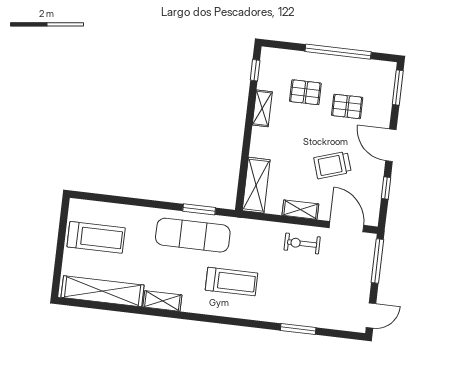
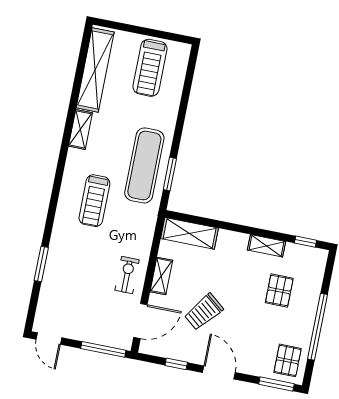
pallet: (347, 106) -> (288, 360), moved
door: (391, 145) -> (219, 372), hinge flipped
trolley: (332, 165) -> (204, 312), turned -123

